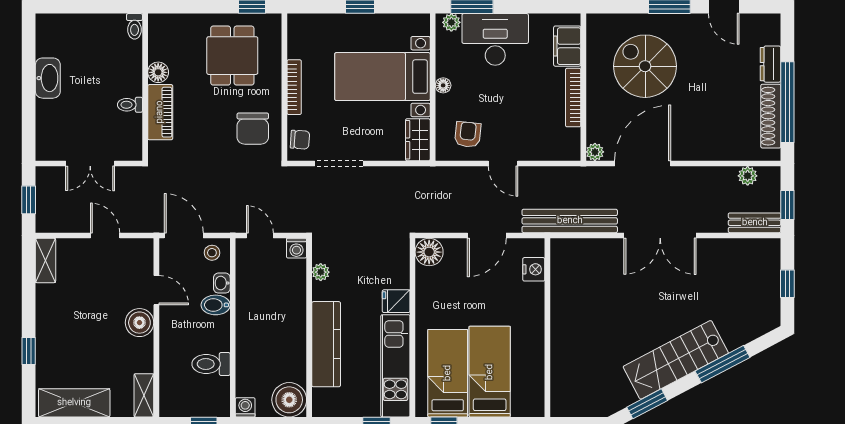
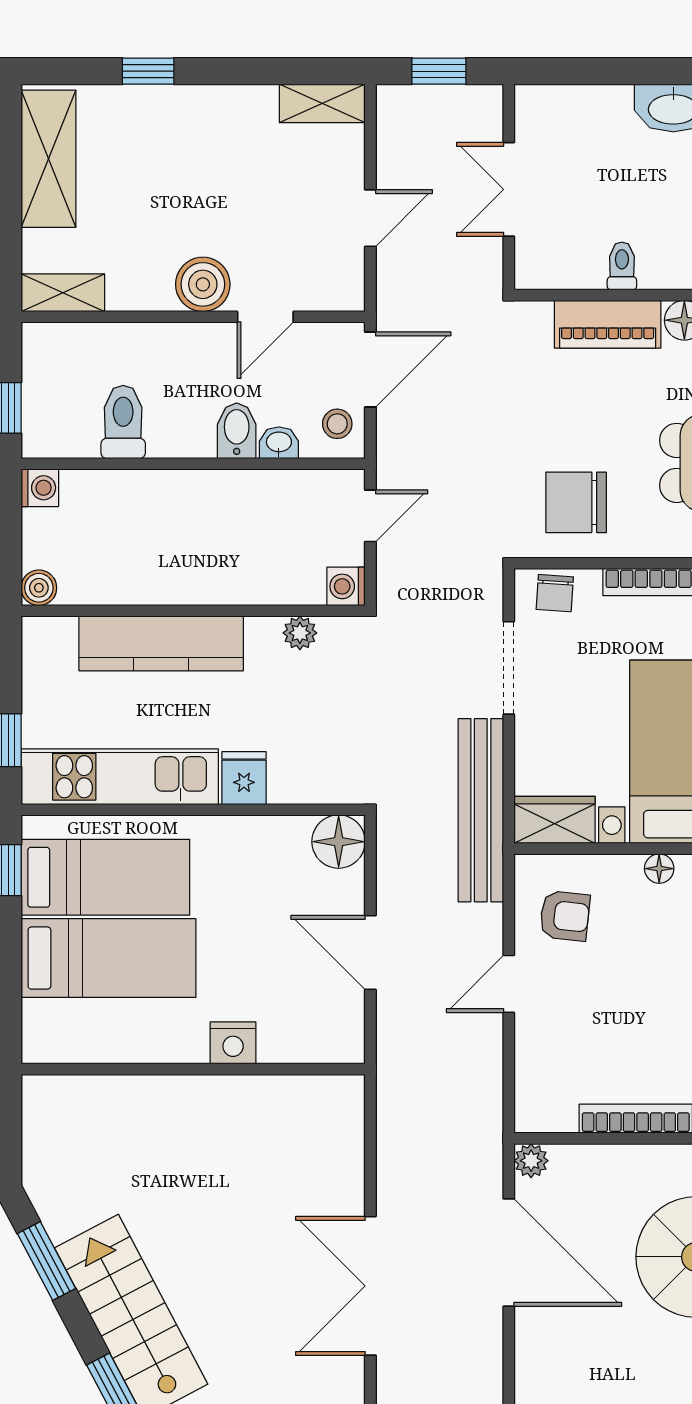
bench: (570, 221) -> (481, 810), moved
nightstand: (534, 269) -> (233, 1043), moved
boiler: (289, 400) -> (39, 588), width x0.54, depth x0.54

